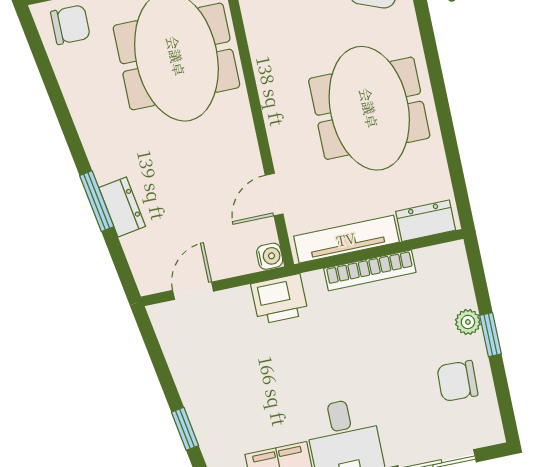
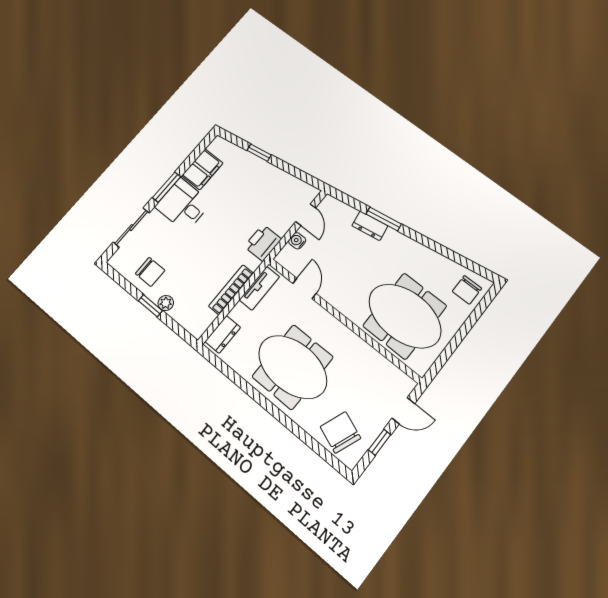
tv unit: (346, 239) -> (259, 288), width x0.71
water cooler: (270, 256) -> (297, 241), moved, turned 90
chair: (457, 381) -> (150, 272), turned 88

